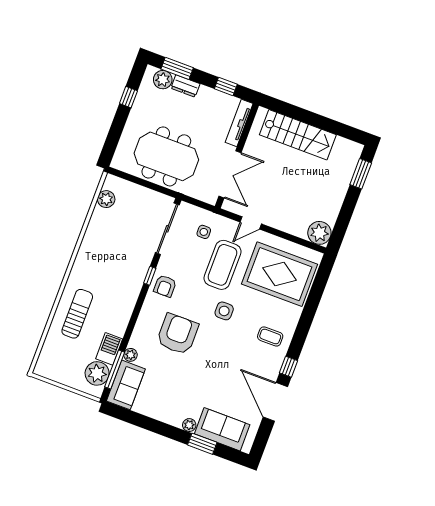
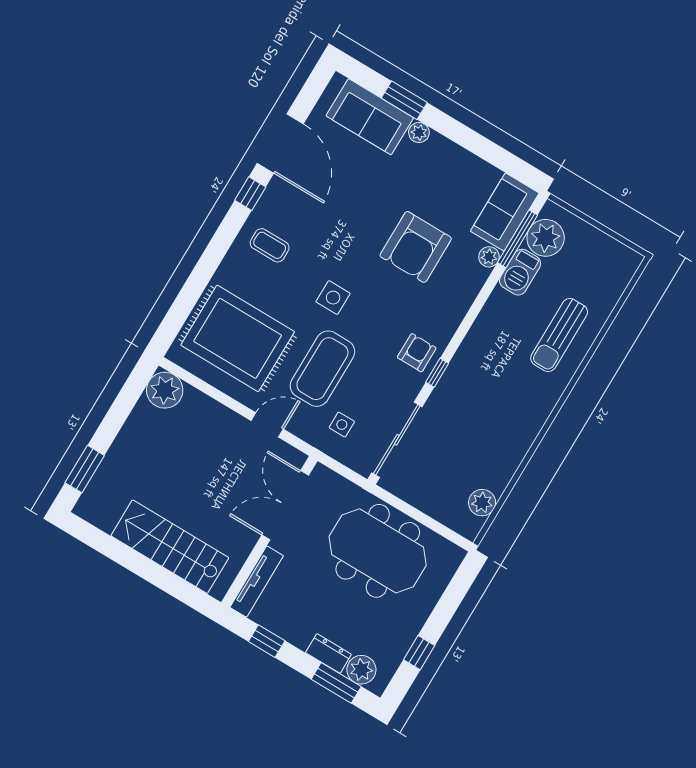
armchair: (177, 334) -> (416, 247), moved

